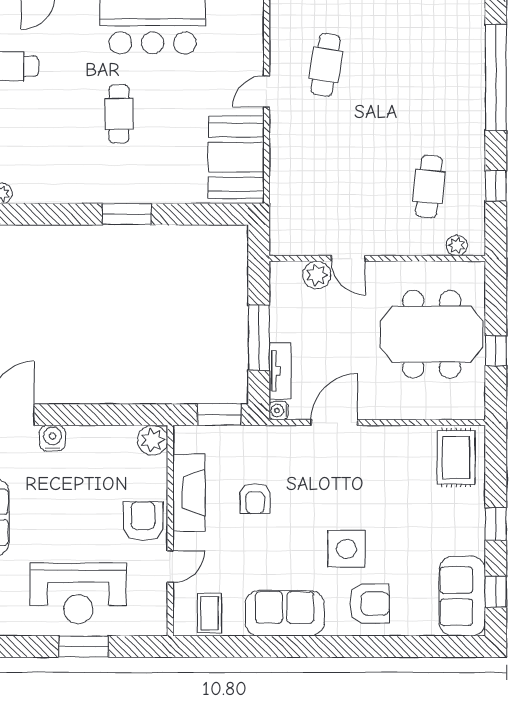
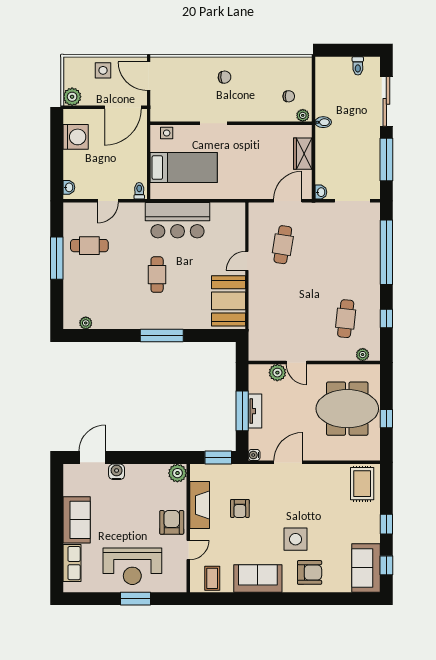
window: (127, 214) -> (162, 336), width x1.44
tv unit: (280, 371) -> (255, 411), moved

